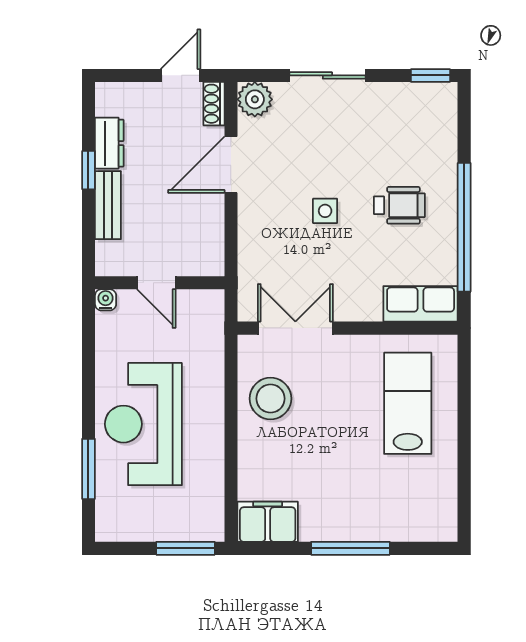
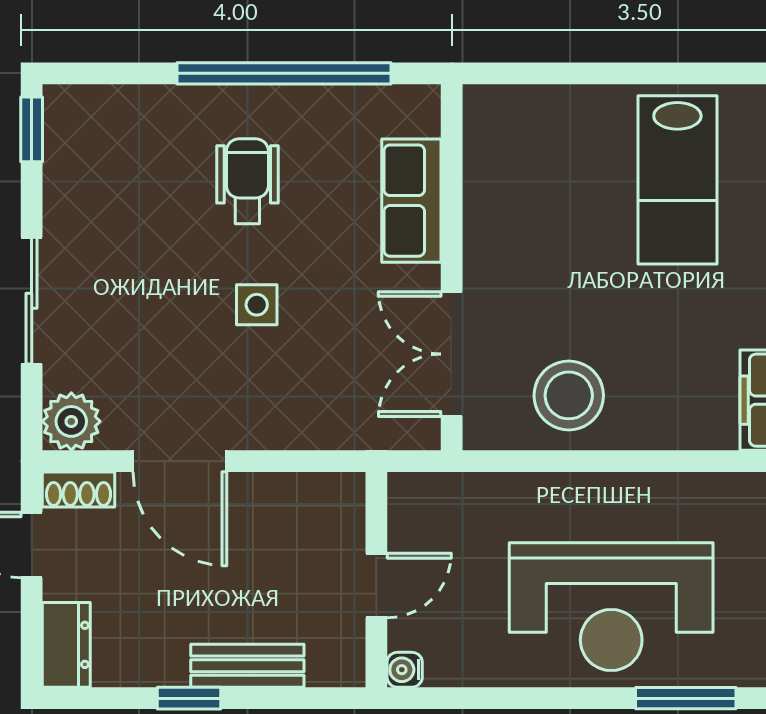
dresser: (109, 143) -> (66, 645), moved, turned 90
row of seats: (421, 304) -> (411, 201), moved
lab bench: (408, 403) -> (677, 180), moved, turned -90

